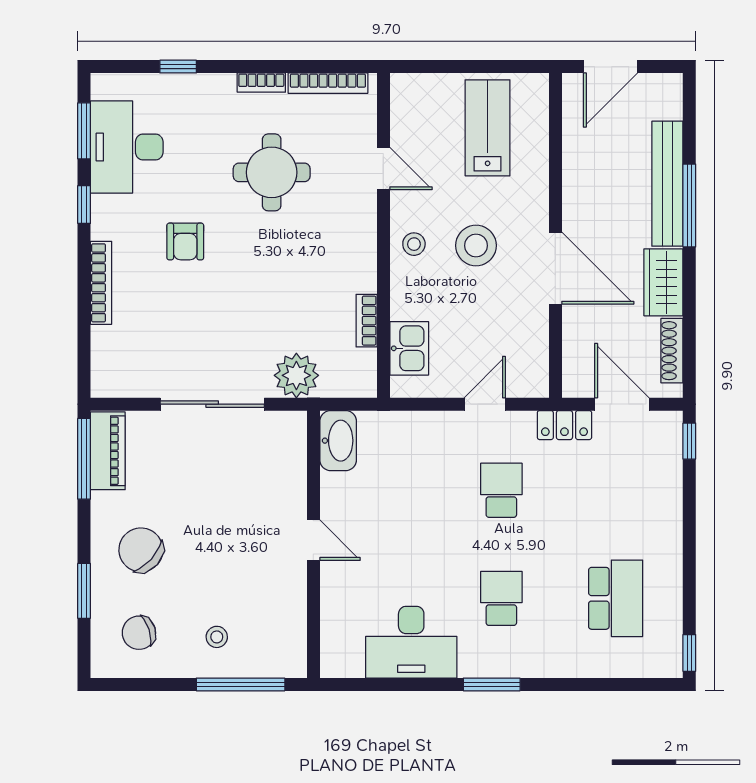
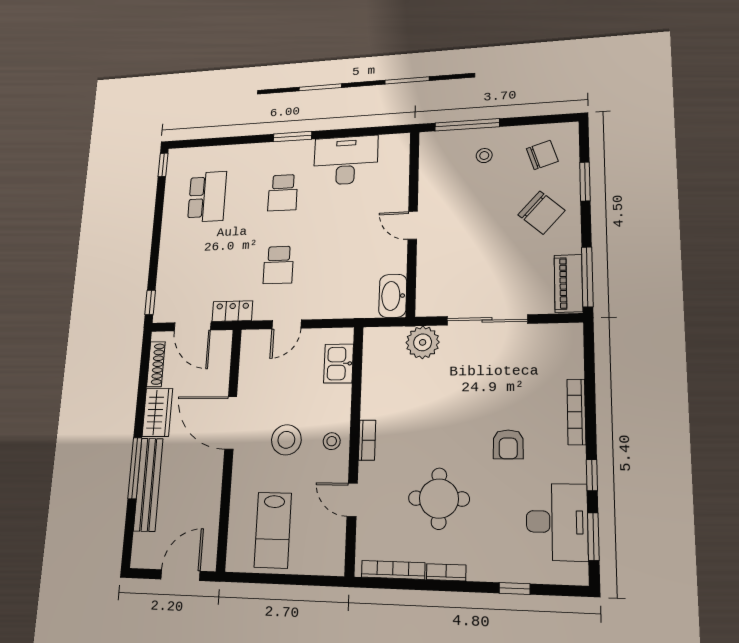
armchair: (185, 242) -> (508, 444), turned 180
bookcase: (367, 321) -> (367, 440), moved
school desk: (616, 598) -> (207, 197), turned 180

